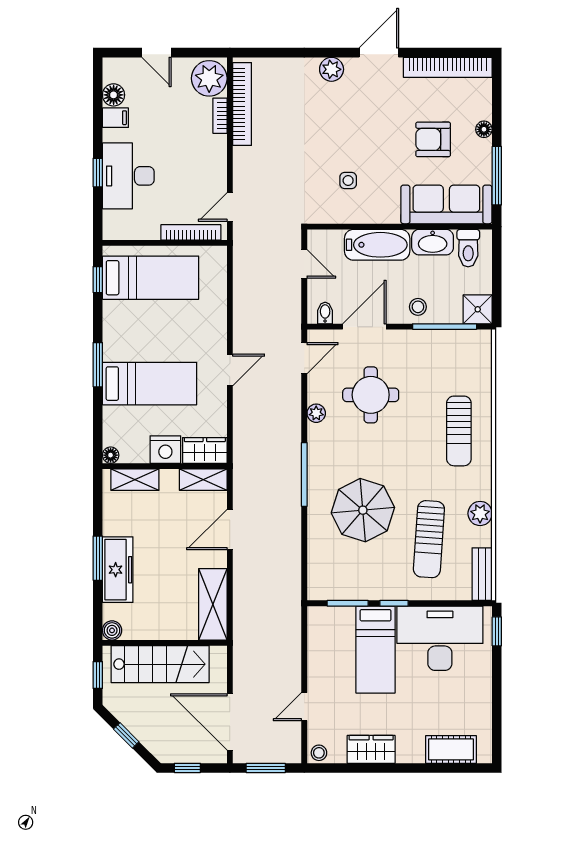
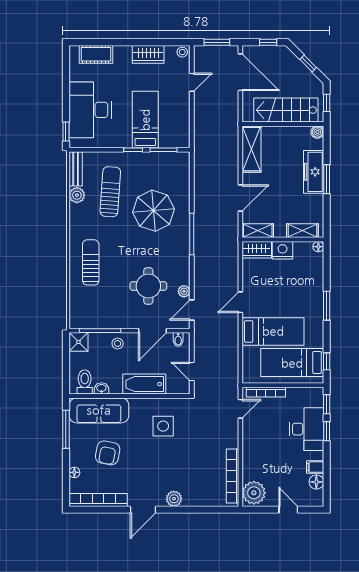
bookcase: (220, 116) -> (247, 468), removed
floor lamp: (484, 129) -> (74, 472), moved
armchair: (433, 139) -> (108, 453), turned 101
side table: (348, 180) -> (163, 426), width x1.87, depth x1.87
window: (98, 214) -> (327, 404), added
washbasin: (433, 242) -> (101, 388), width x0.52, depth x0.69
bed: (150, 384) -> (273, 331), moved, turned 180
plant: (316, 413) -> (184, 291), moved
plant: (480, 513) -> (77, 195), moved
desk: (440, 638) -> (90, 110), moved, turned 90

